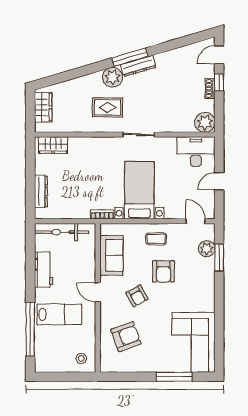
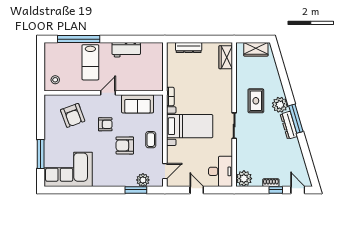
bicycle: (62, 232) -> (156, 64), removed
armchair: (137, 296) -> (105, 124), turned -151

